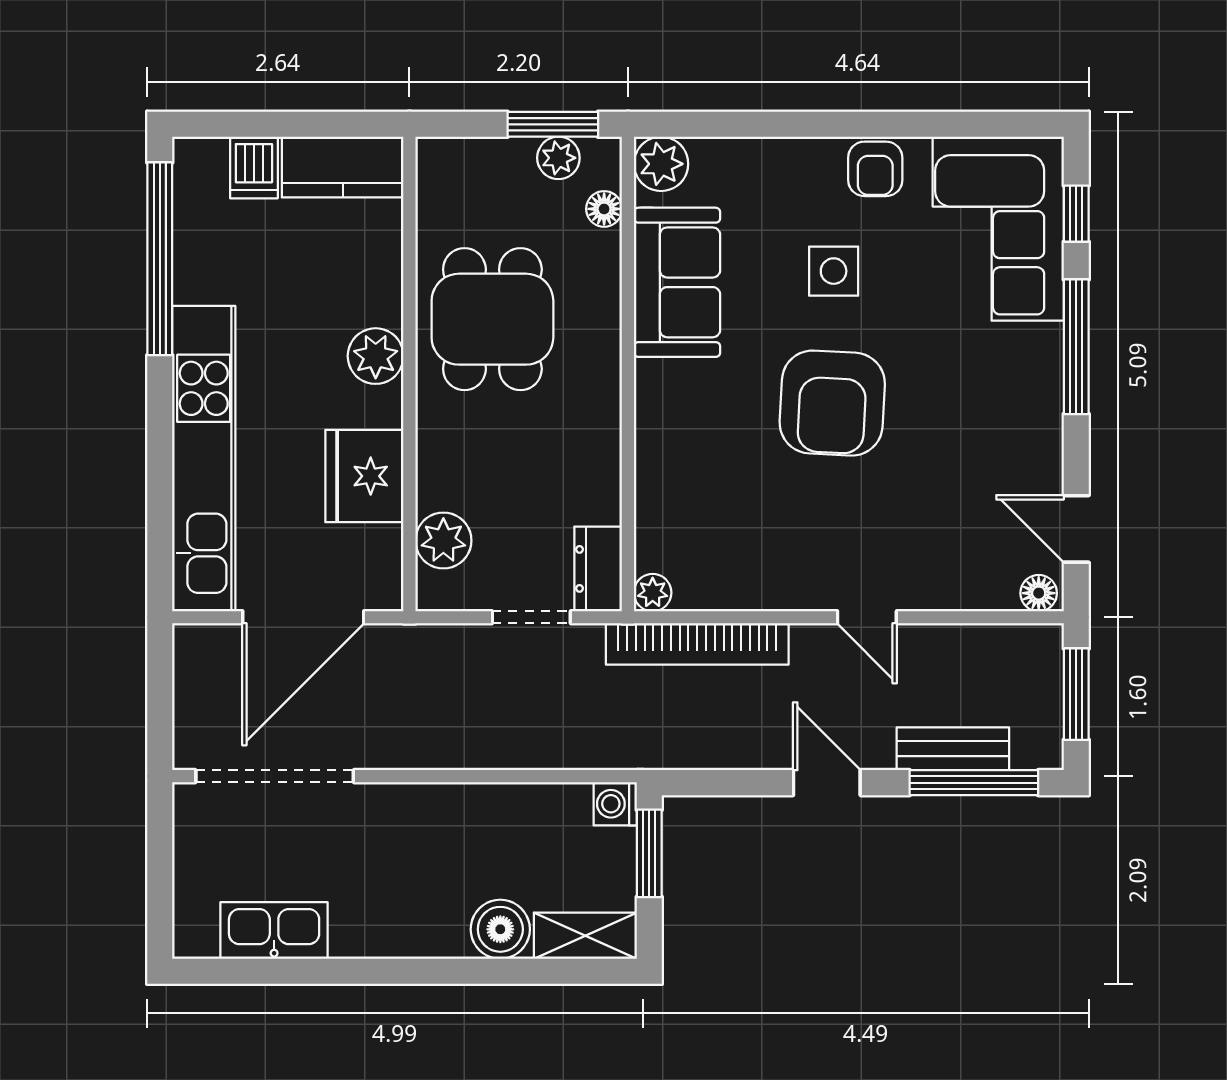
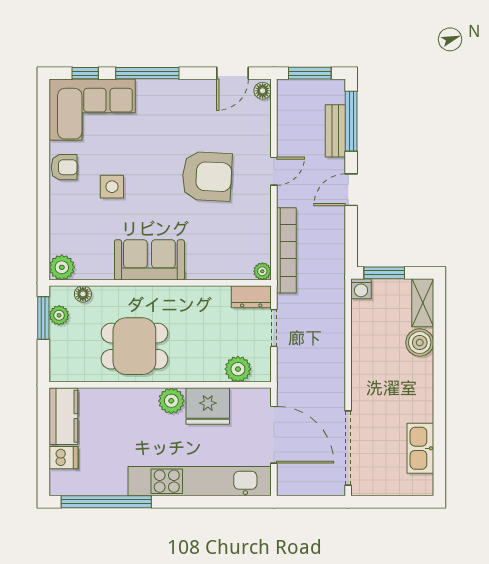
sofa: (677, 282) -> (149, 260), moved
plant: (376, 356) -> (171, 401), moved
armchair: (832, 403) -> (207, 176), moved

